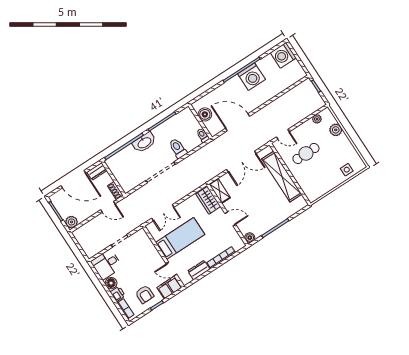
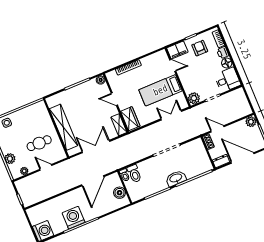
door: (238, 122) -> (93, 181), hinge flipped
door: (283, 134) -> (46, 167), moved
toilet: (178, 148) -> (134, 174), moved
plant: (141, 237) -> (194, 98), added
dresser: (199, 270) -> (149, 60), removed

